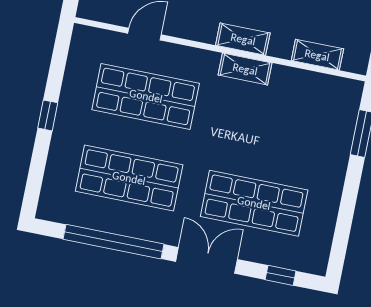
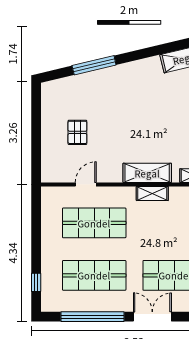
shelving: (243, 39) -> (147, 173), width x1.50, depth x1.33
window: (48, 115) -> (36, 282), moved

